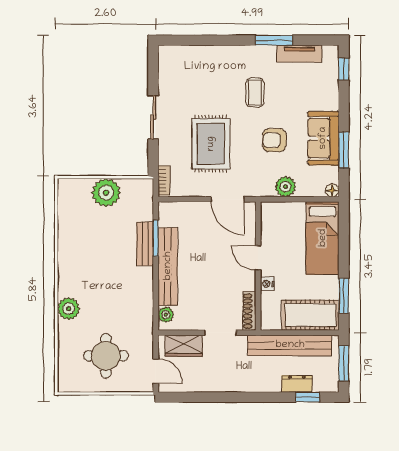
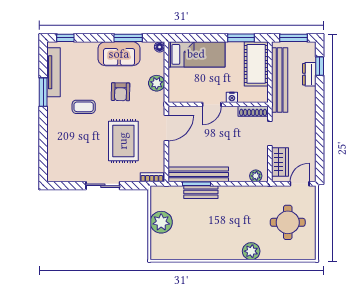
tv unit: (300, 54) -> (53, 72), width x1.41
rug: (211, 144) -> (123, 141), turned 90
bench: (168, 266) -> (198, 174), moved

